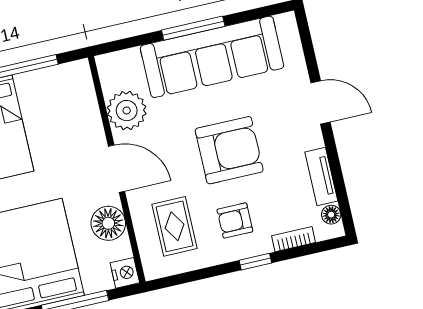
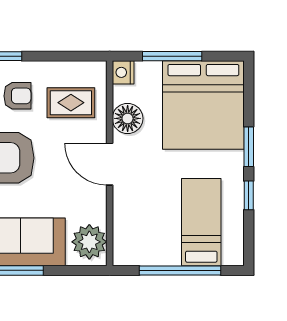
plant: (127, 111) -> (89, 242), moved
rug: (174, 226) -> (71, 103), turned 90

